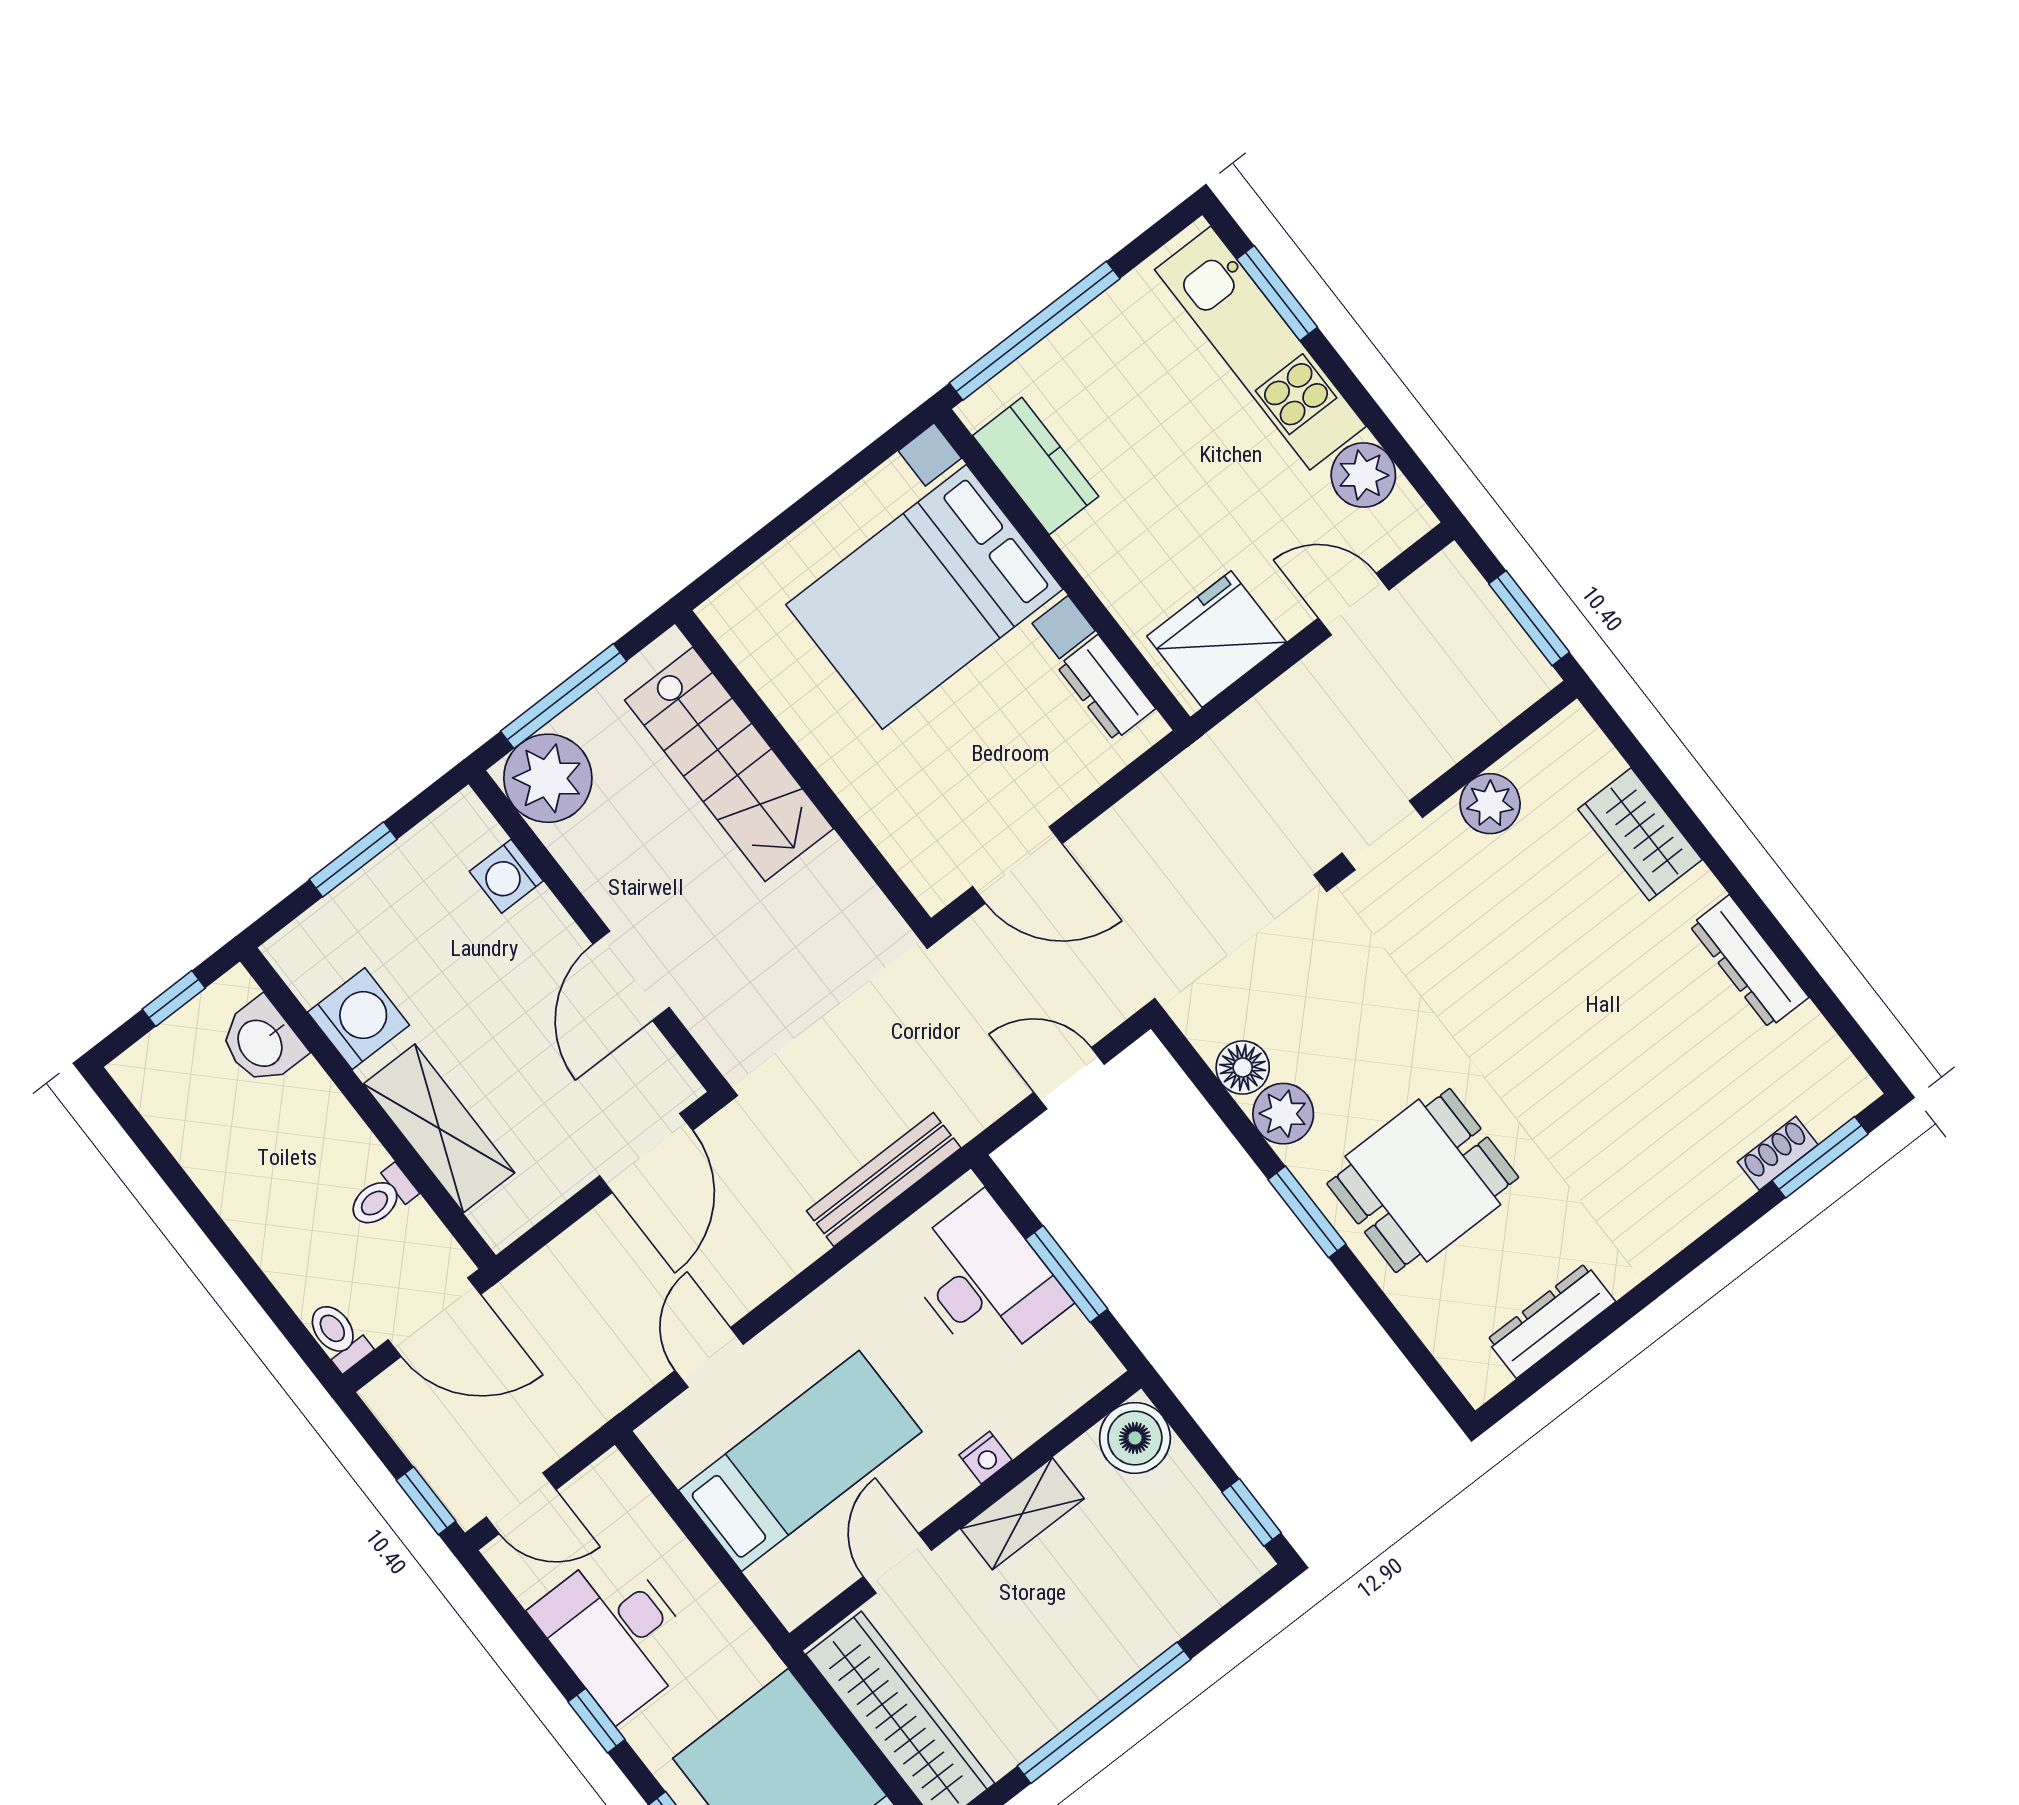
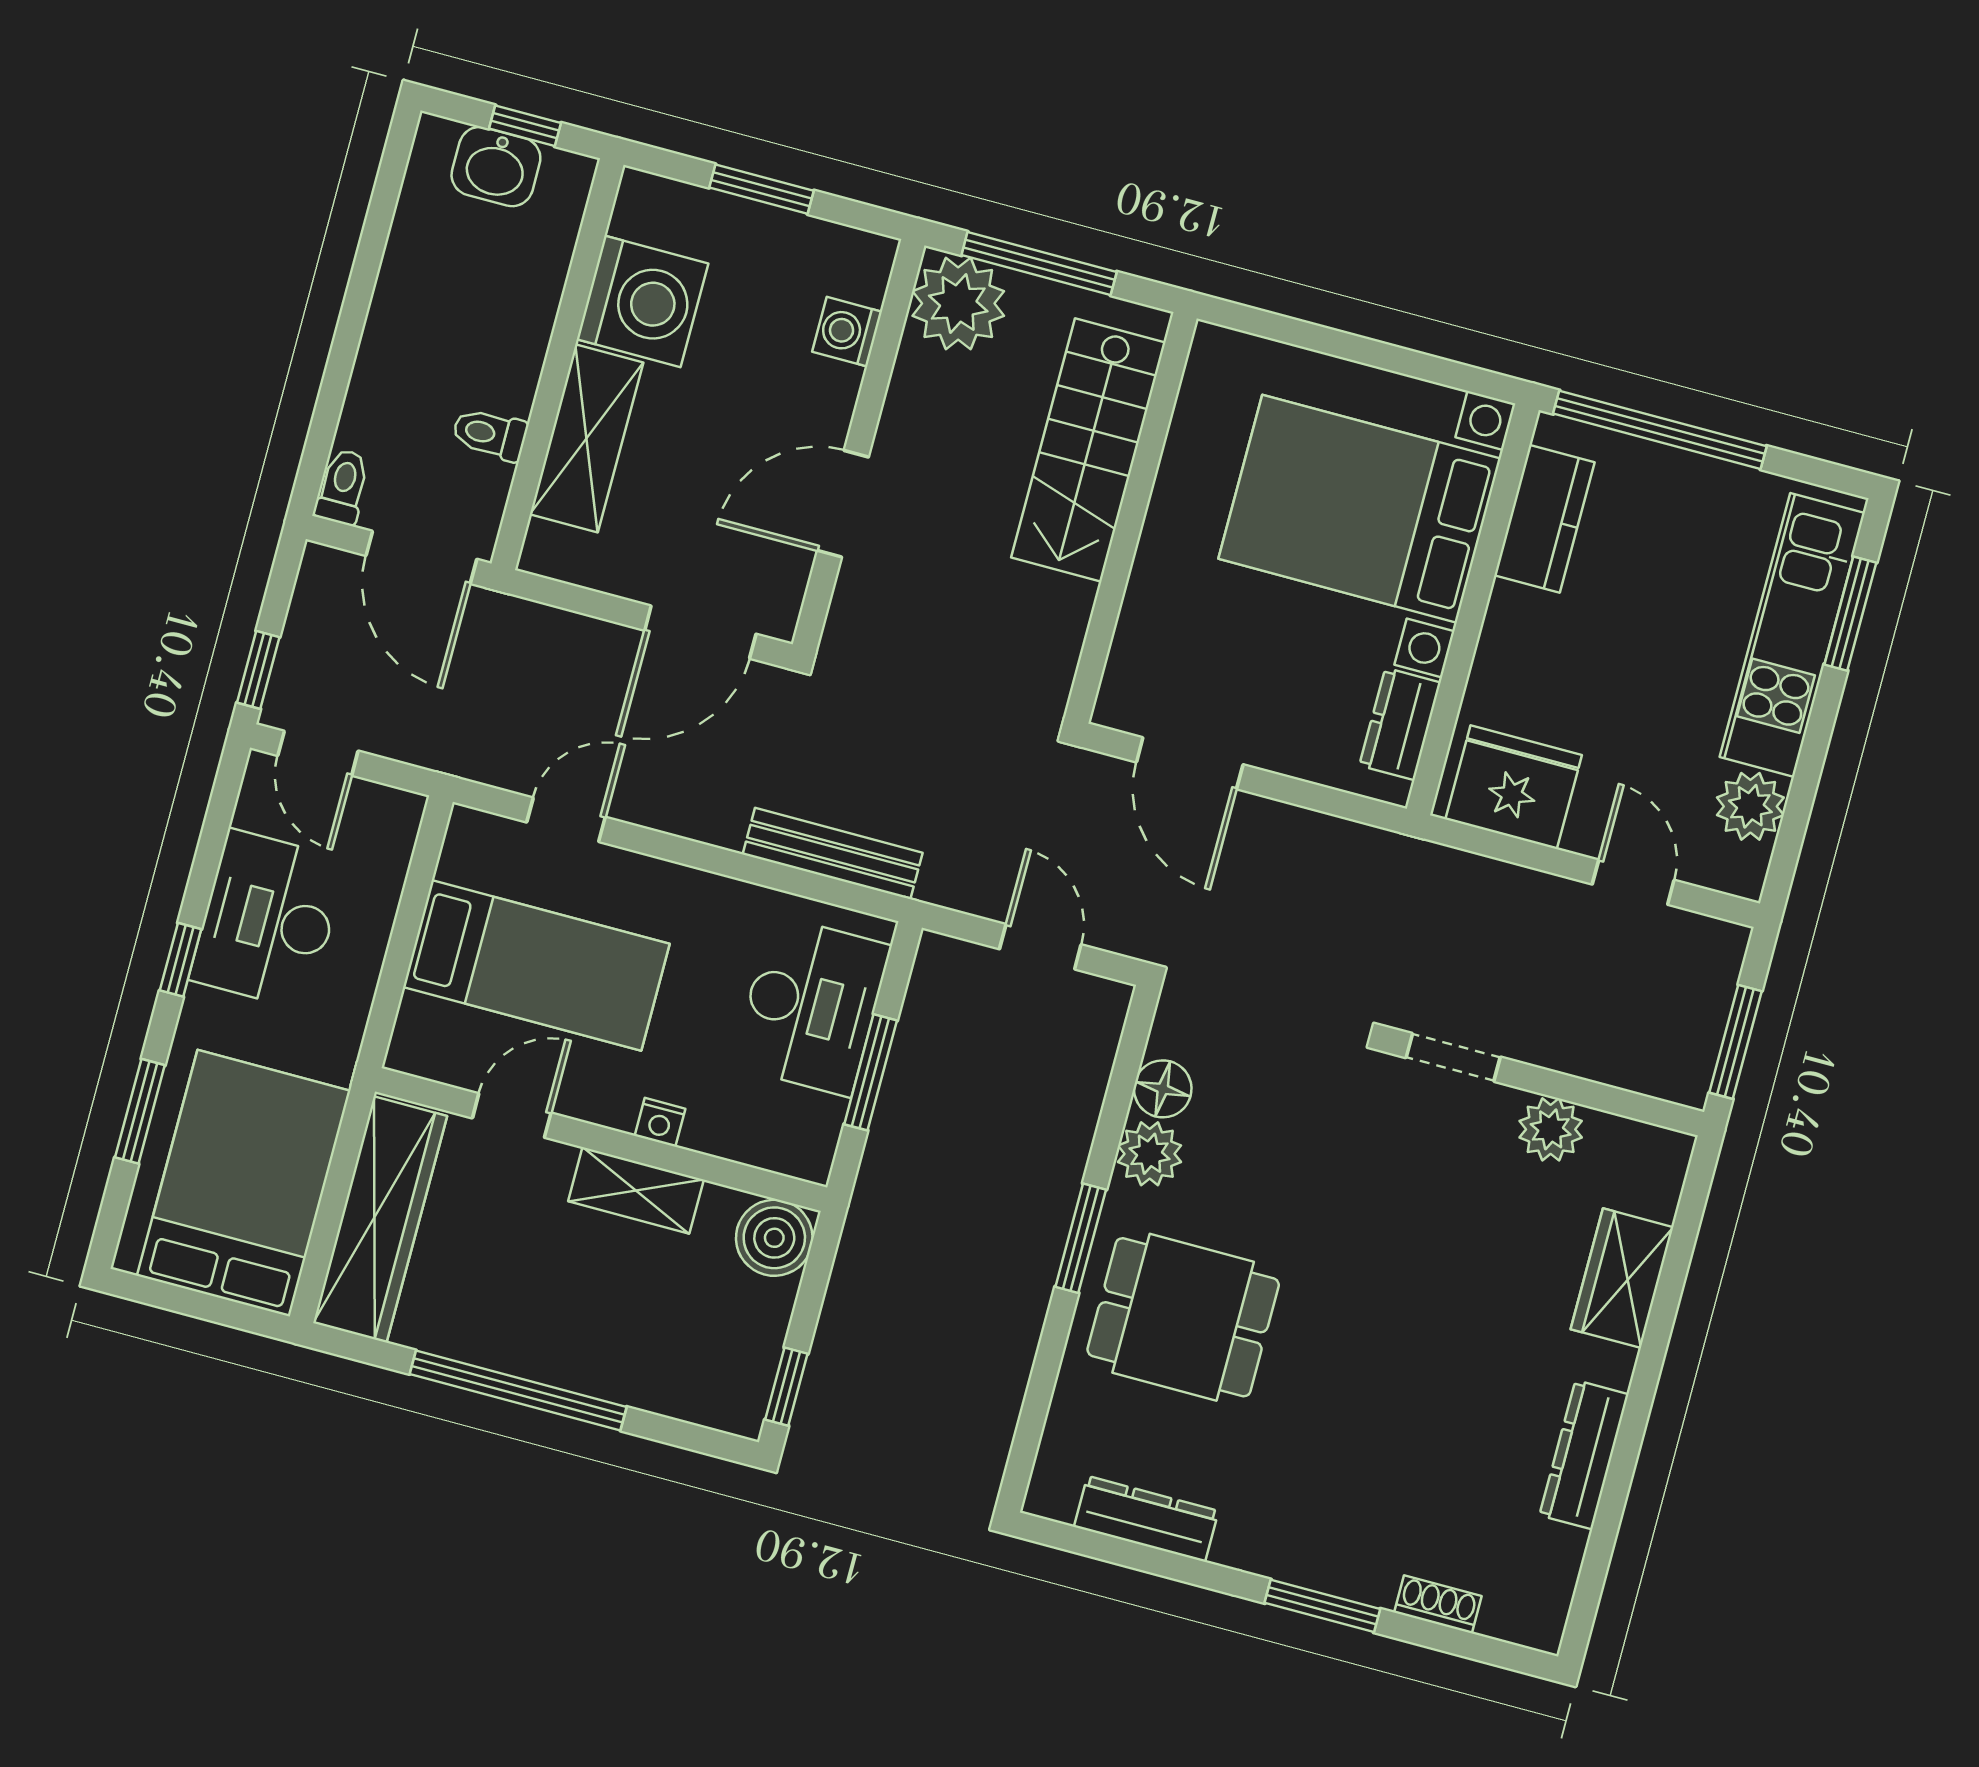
washing machine: (359, 1019) -> (642, 301), width x1.37, depth x1.37
washbasin: (262, 1042) -> (496, 167), moved, turned -90
window: (1820, 1157) -> (1322, 1606), moved

